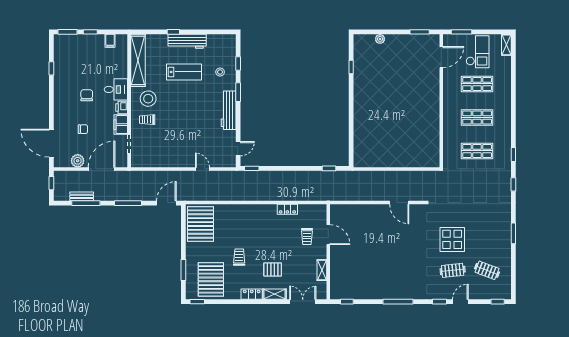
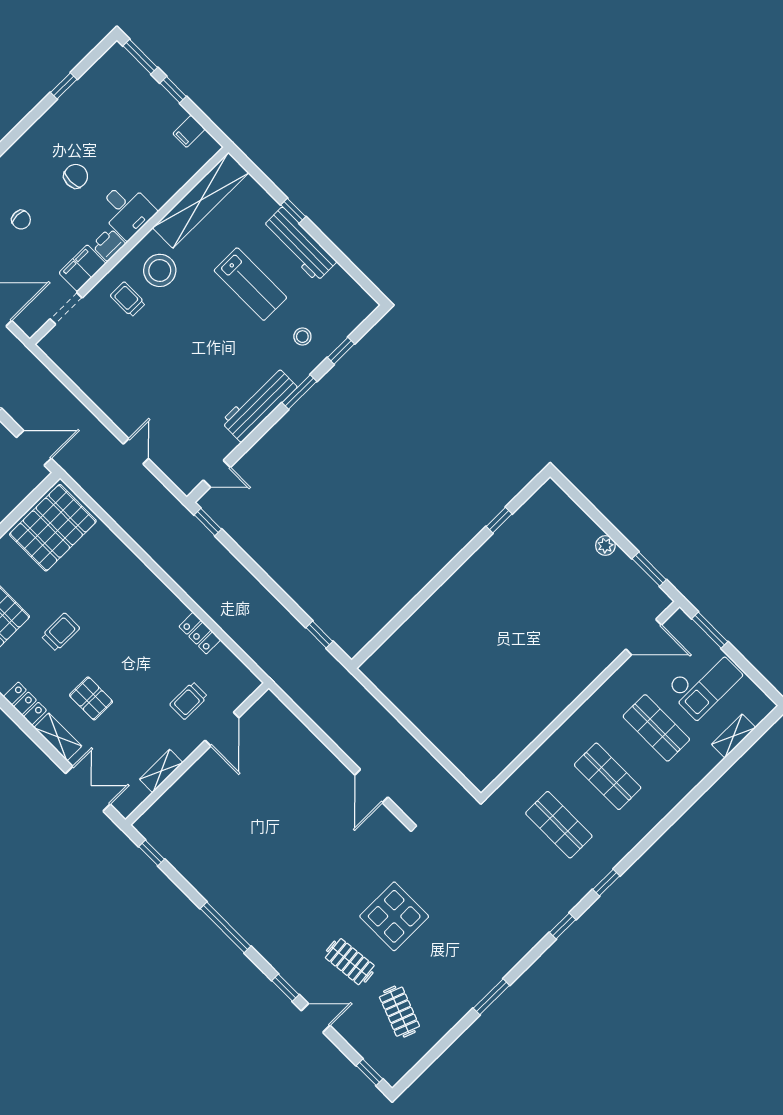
plant: (380, 39) -> (605, 546), moved
shelving: (506, 45) -> (734, 736), moved

